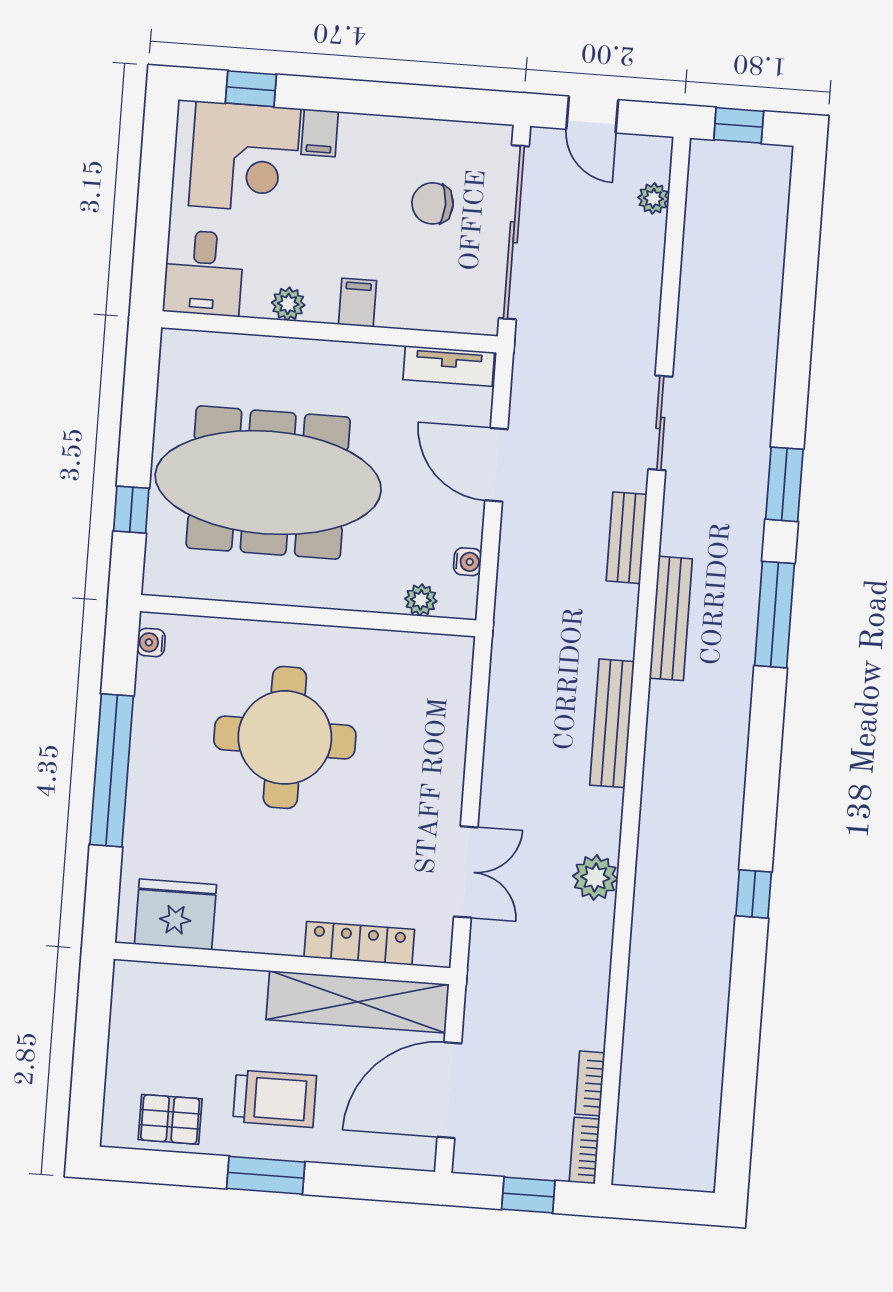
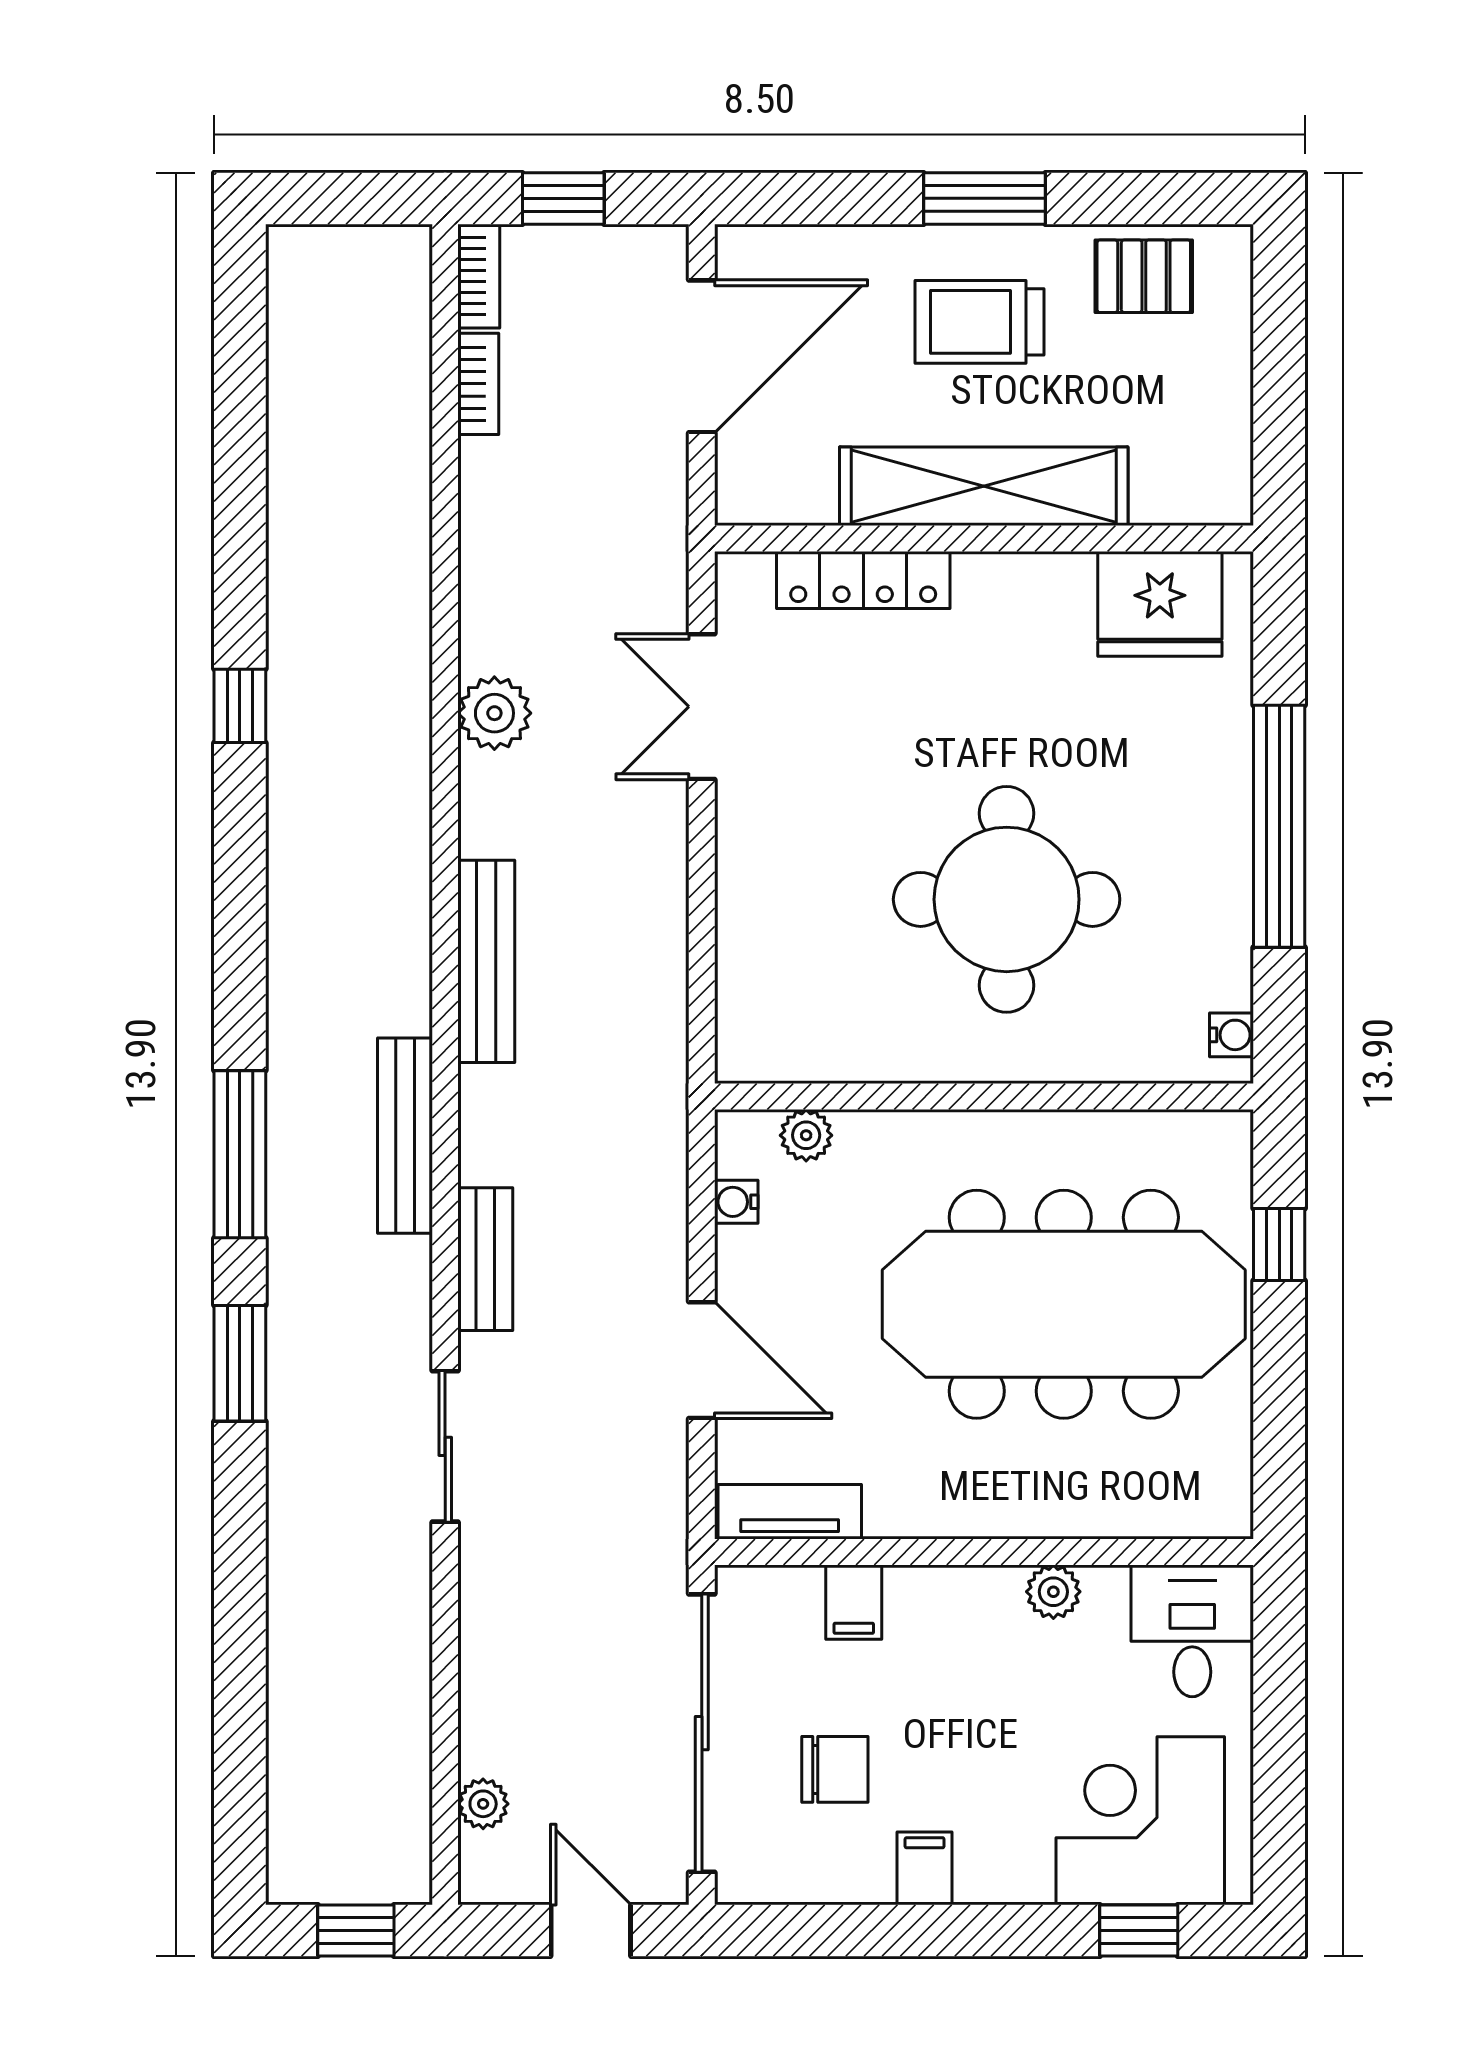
filing cabinet: (320, 133) -> (925, 1868), moved
filing cabinet: (357, 303) -> (854, 1602), moved
shelving: (358, 1002) -> (984, 486), moved

